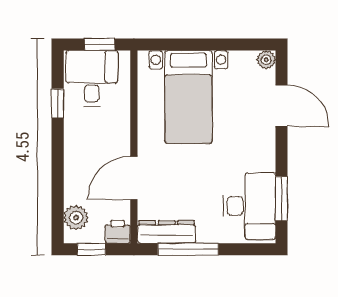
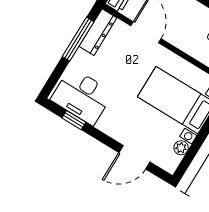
plant: (266, 60) -> (181, 148), moved
window: (282, 199) -> (74, 120), width x0.67

